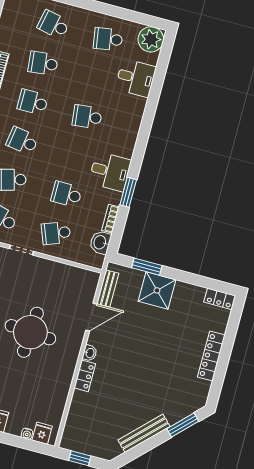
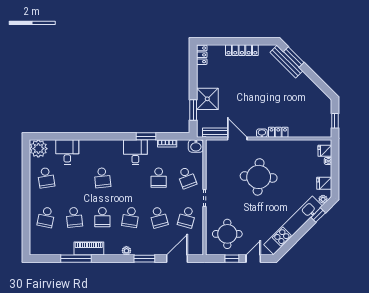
washbasin: (100, 242) -> (196, 146), moved
bench: (144, 433) -> (286, 62), moved

